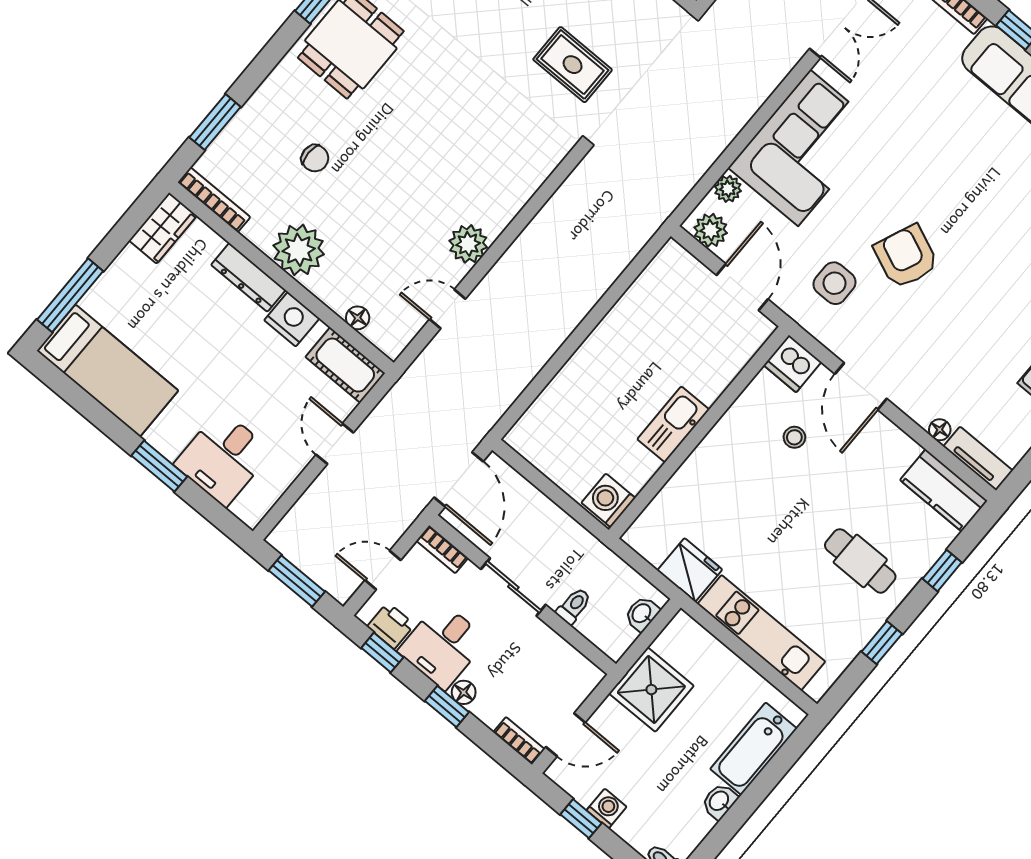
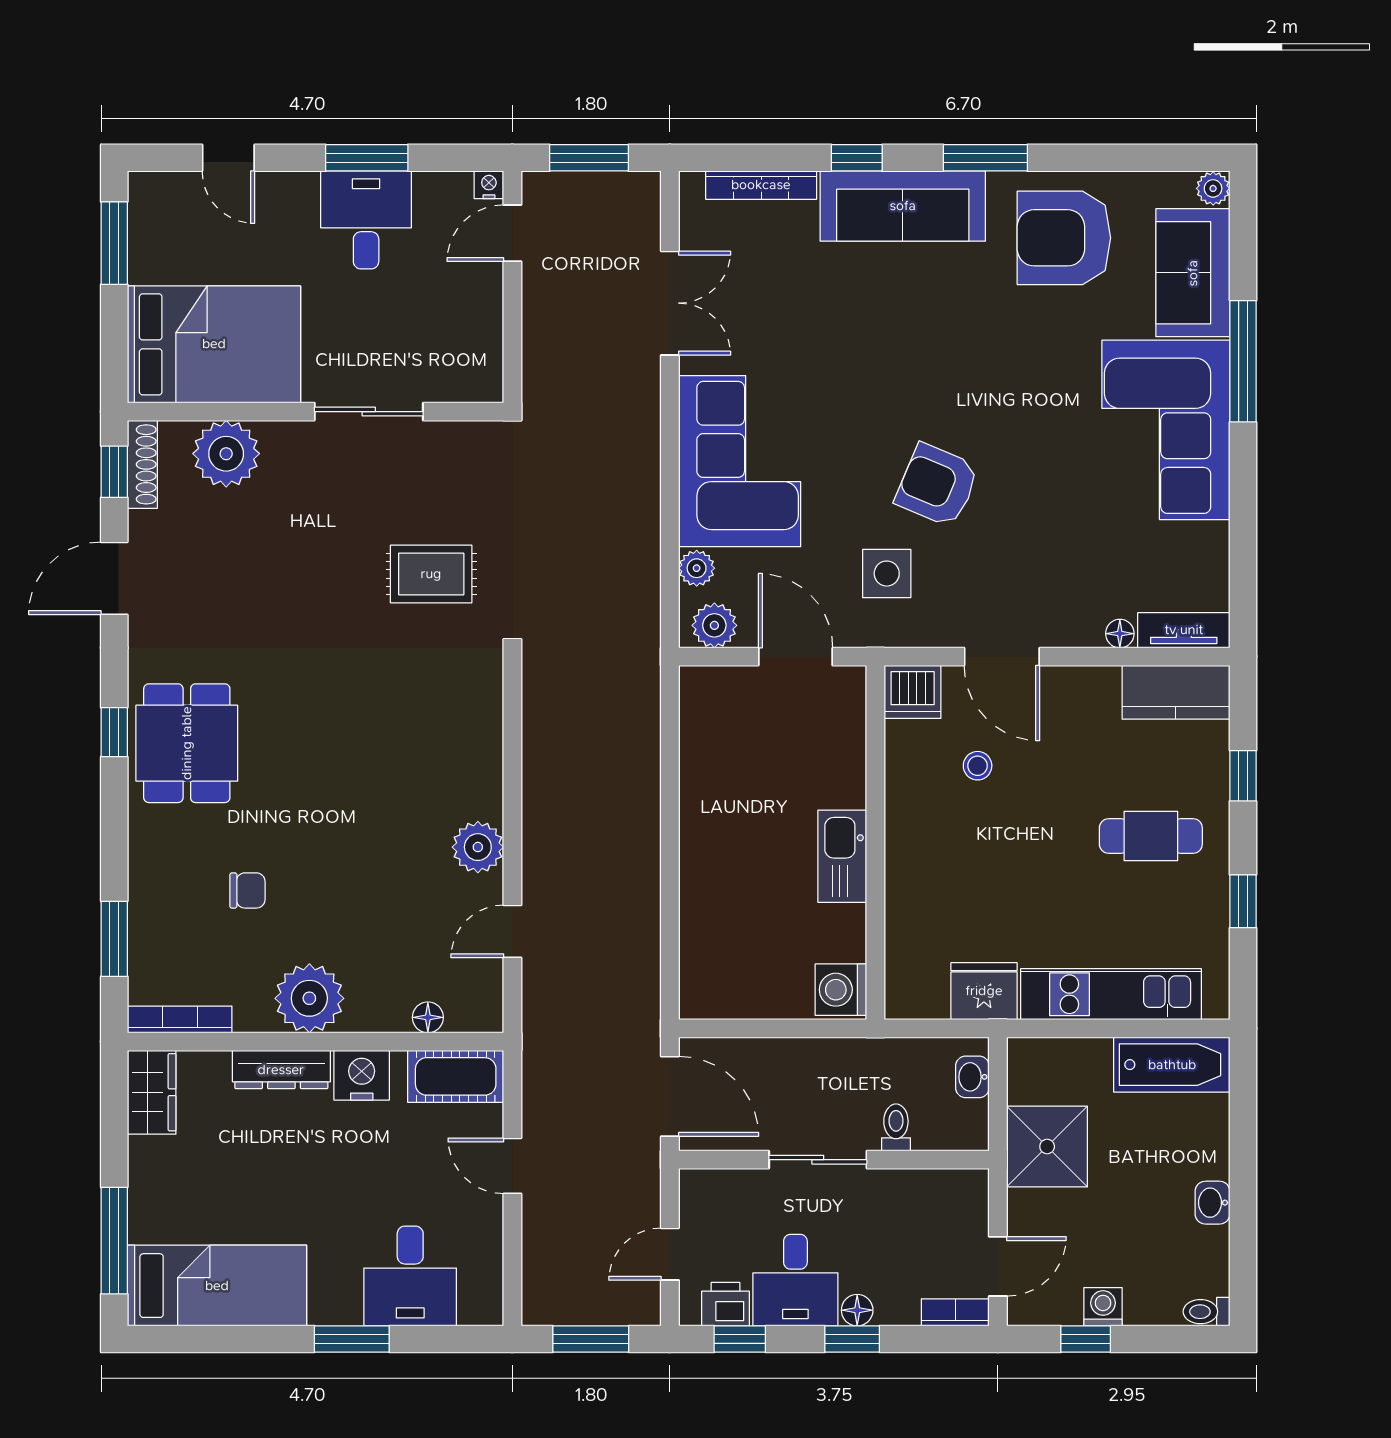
bookcase: (442, 549) -> (713, 1182), removed
bathtub: (754, 749) -> (1172, 1065), moved, turned -90

